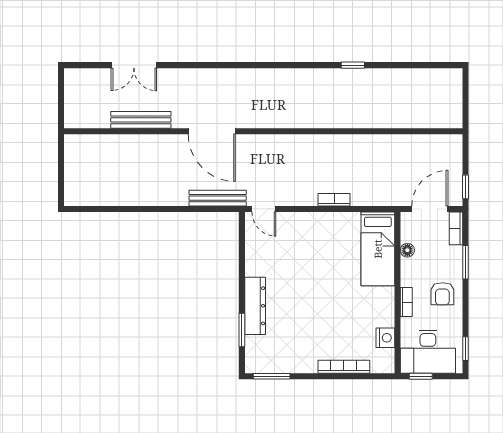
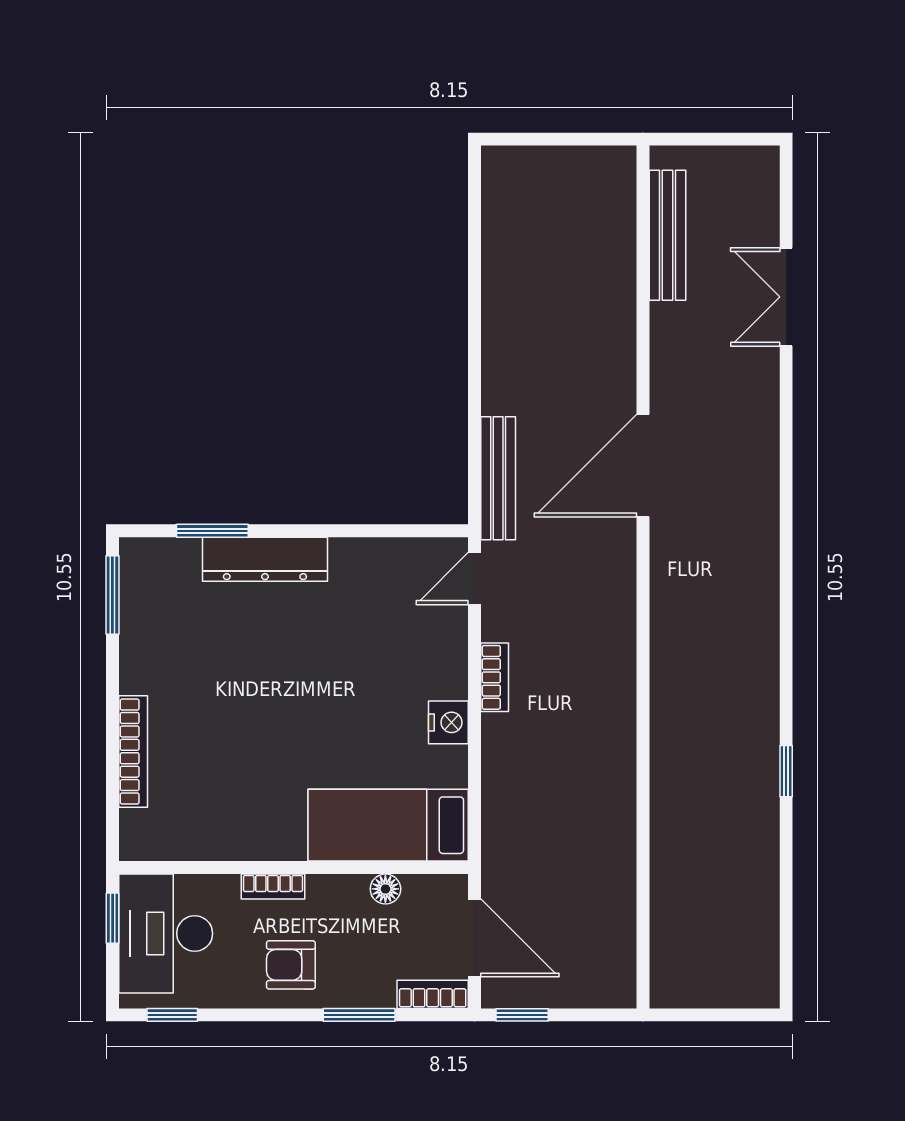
bench: (141, 120) -> (667, 235), moved
bookcase: (334, 200) -> (495, 677), moved
nightstand: (385, 338) -> (448, 722), moved, turned -90

